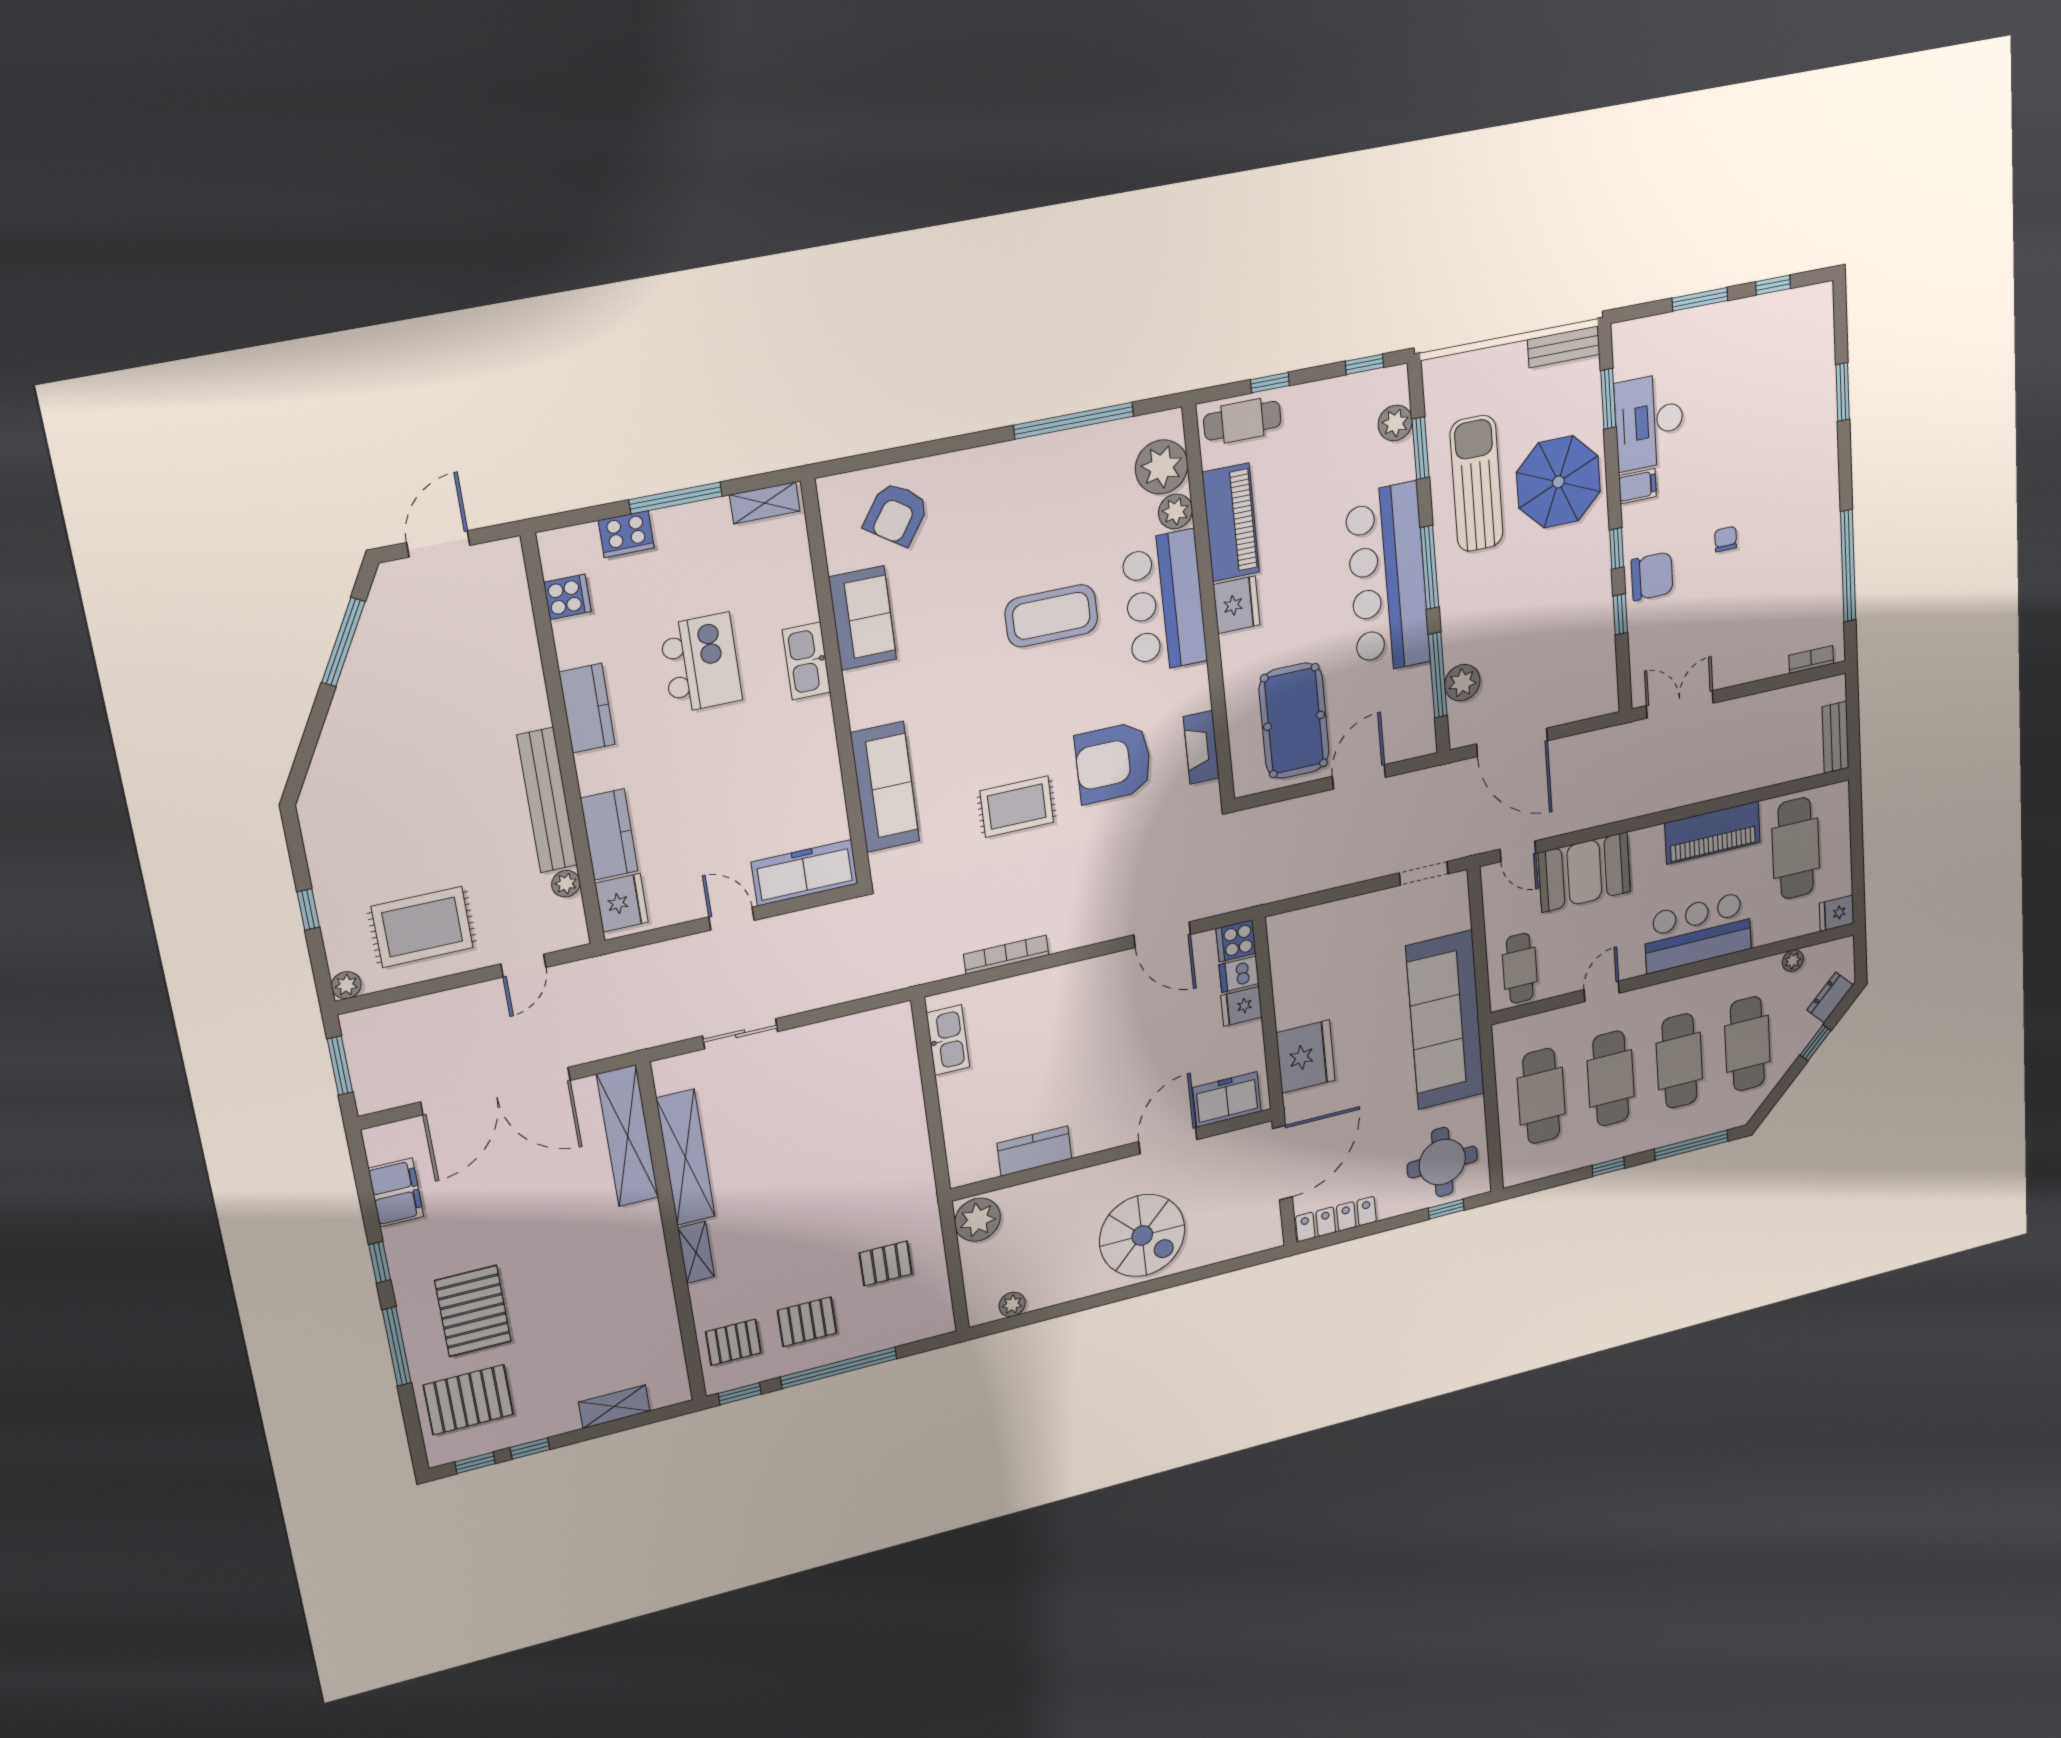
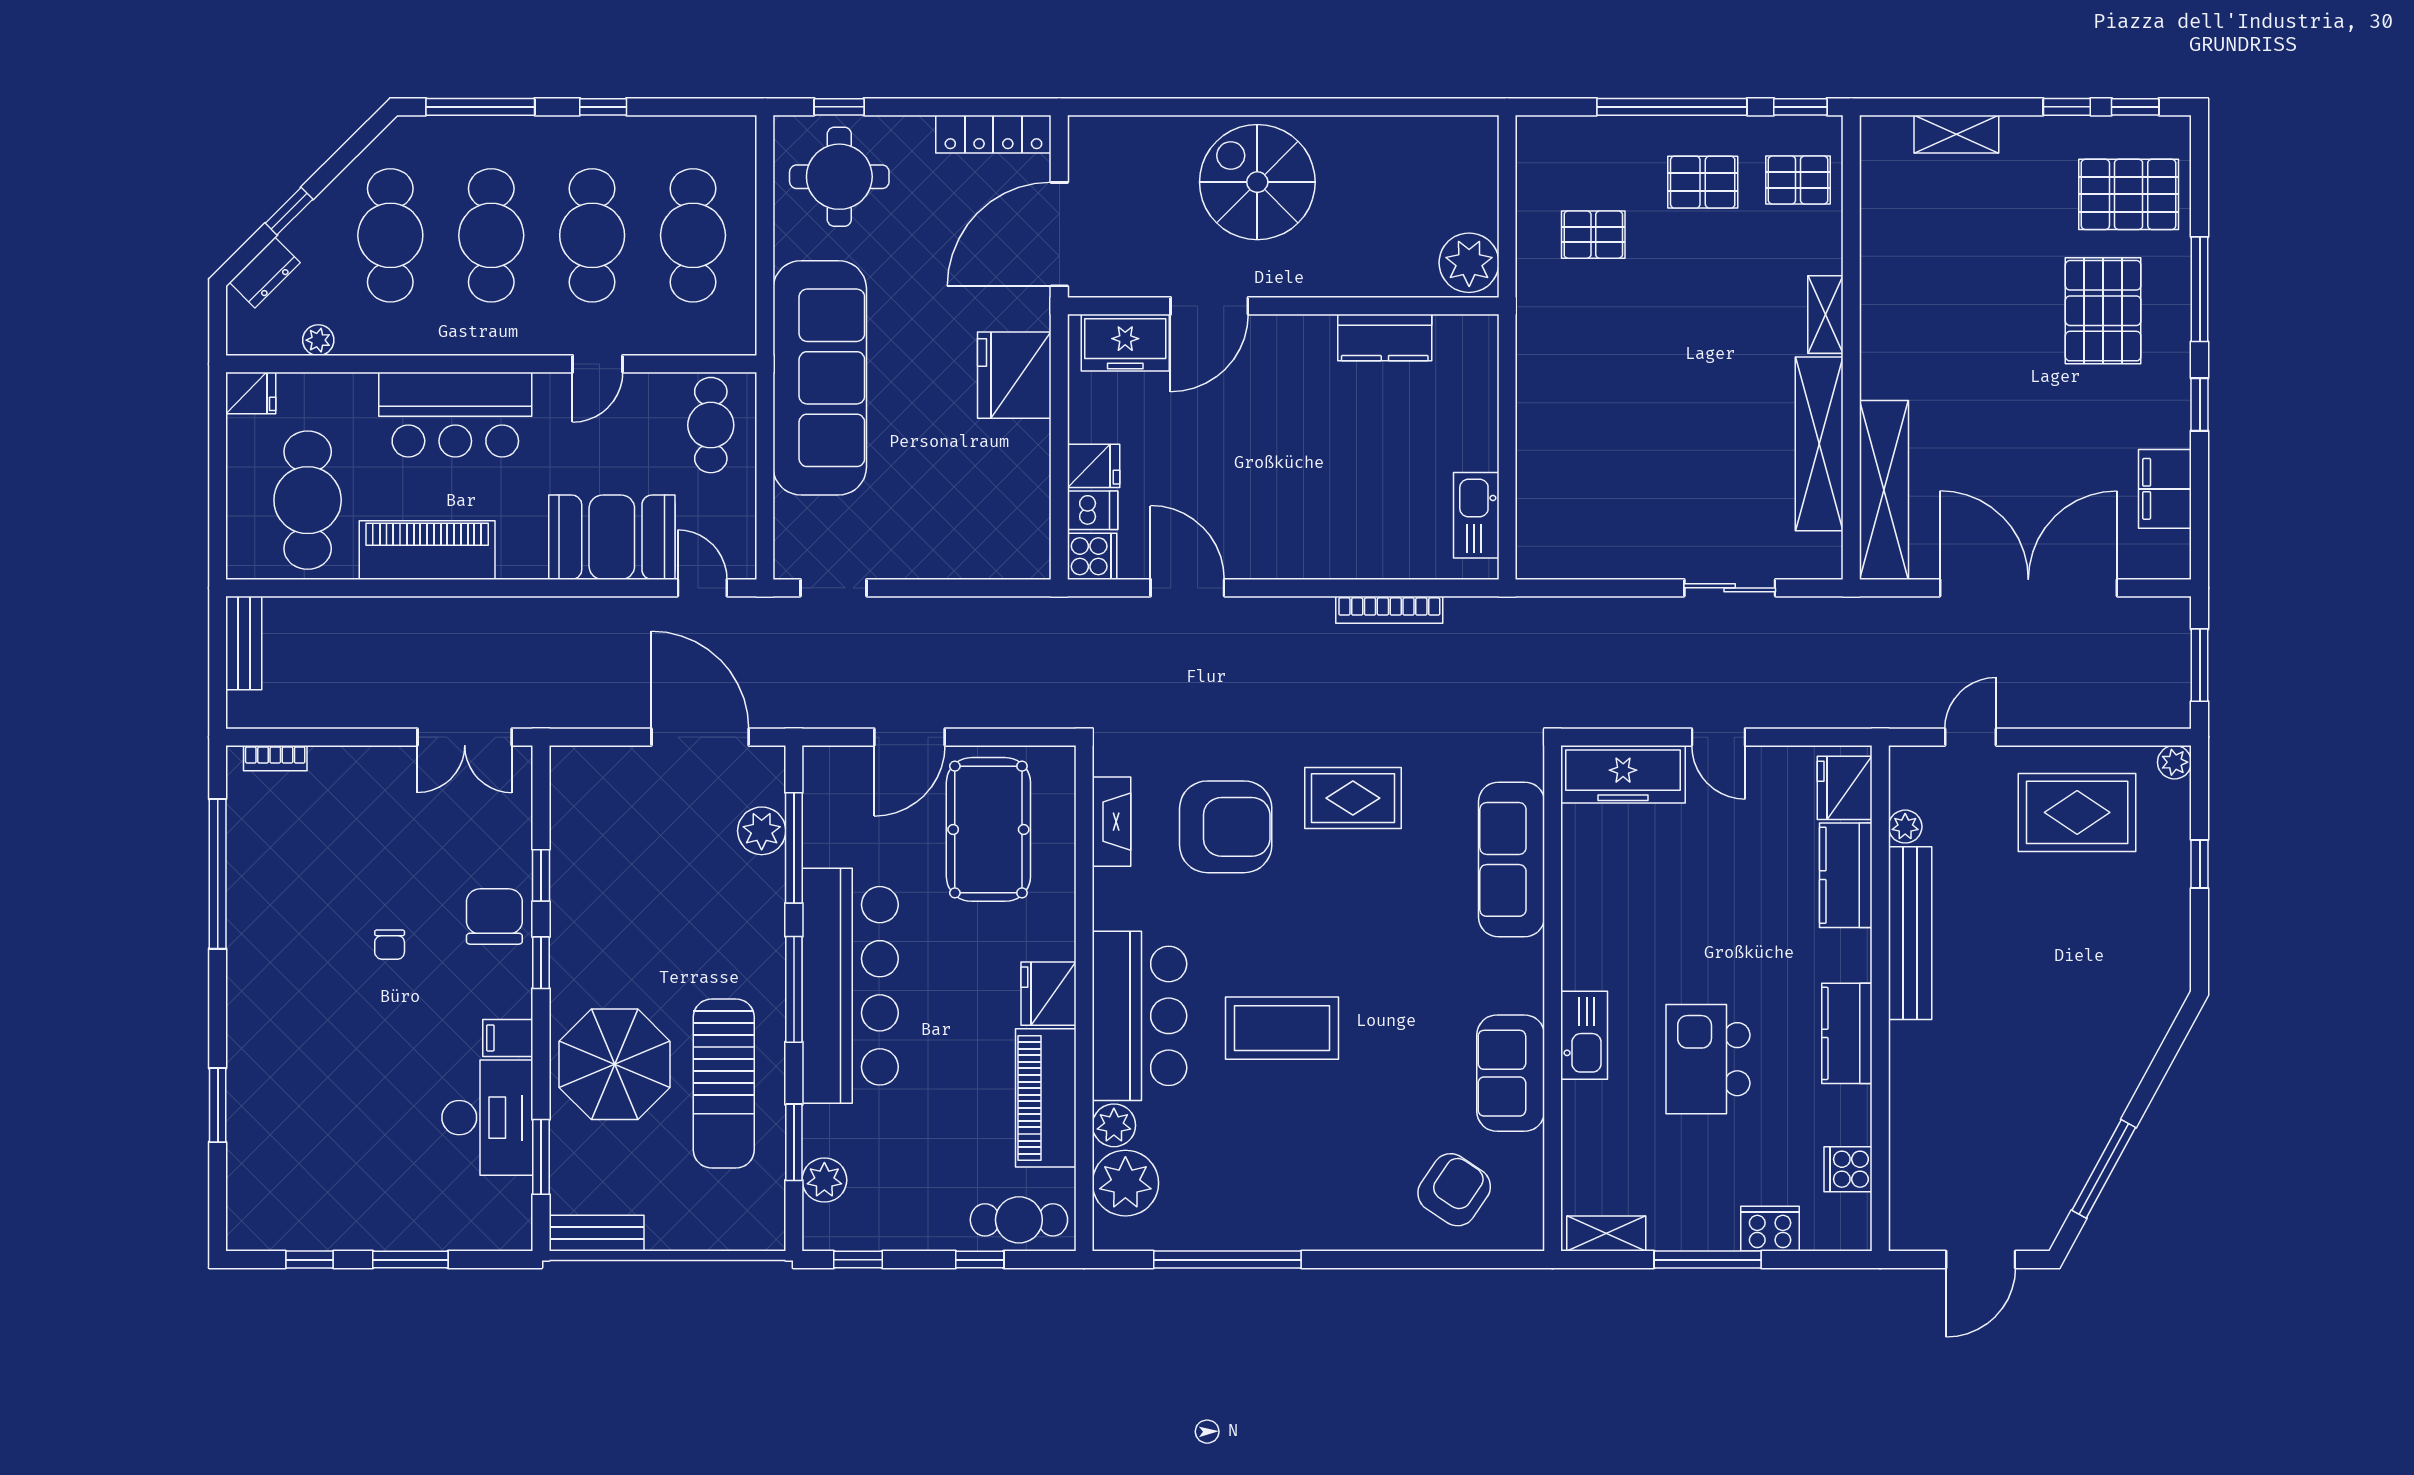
chair: (1652, 576) -> (494, 916), turned 90
plant: (1012, 1304) -> (1439, 132), removed

